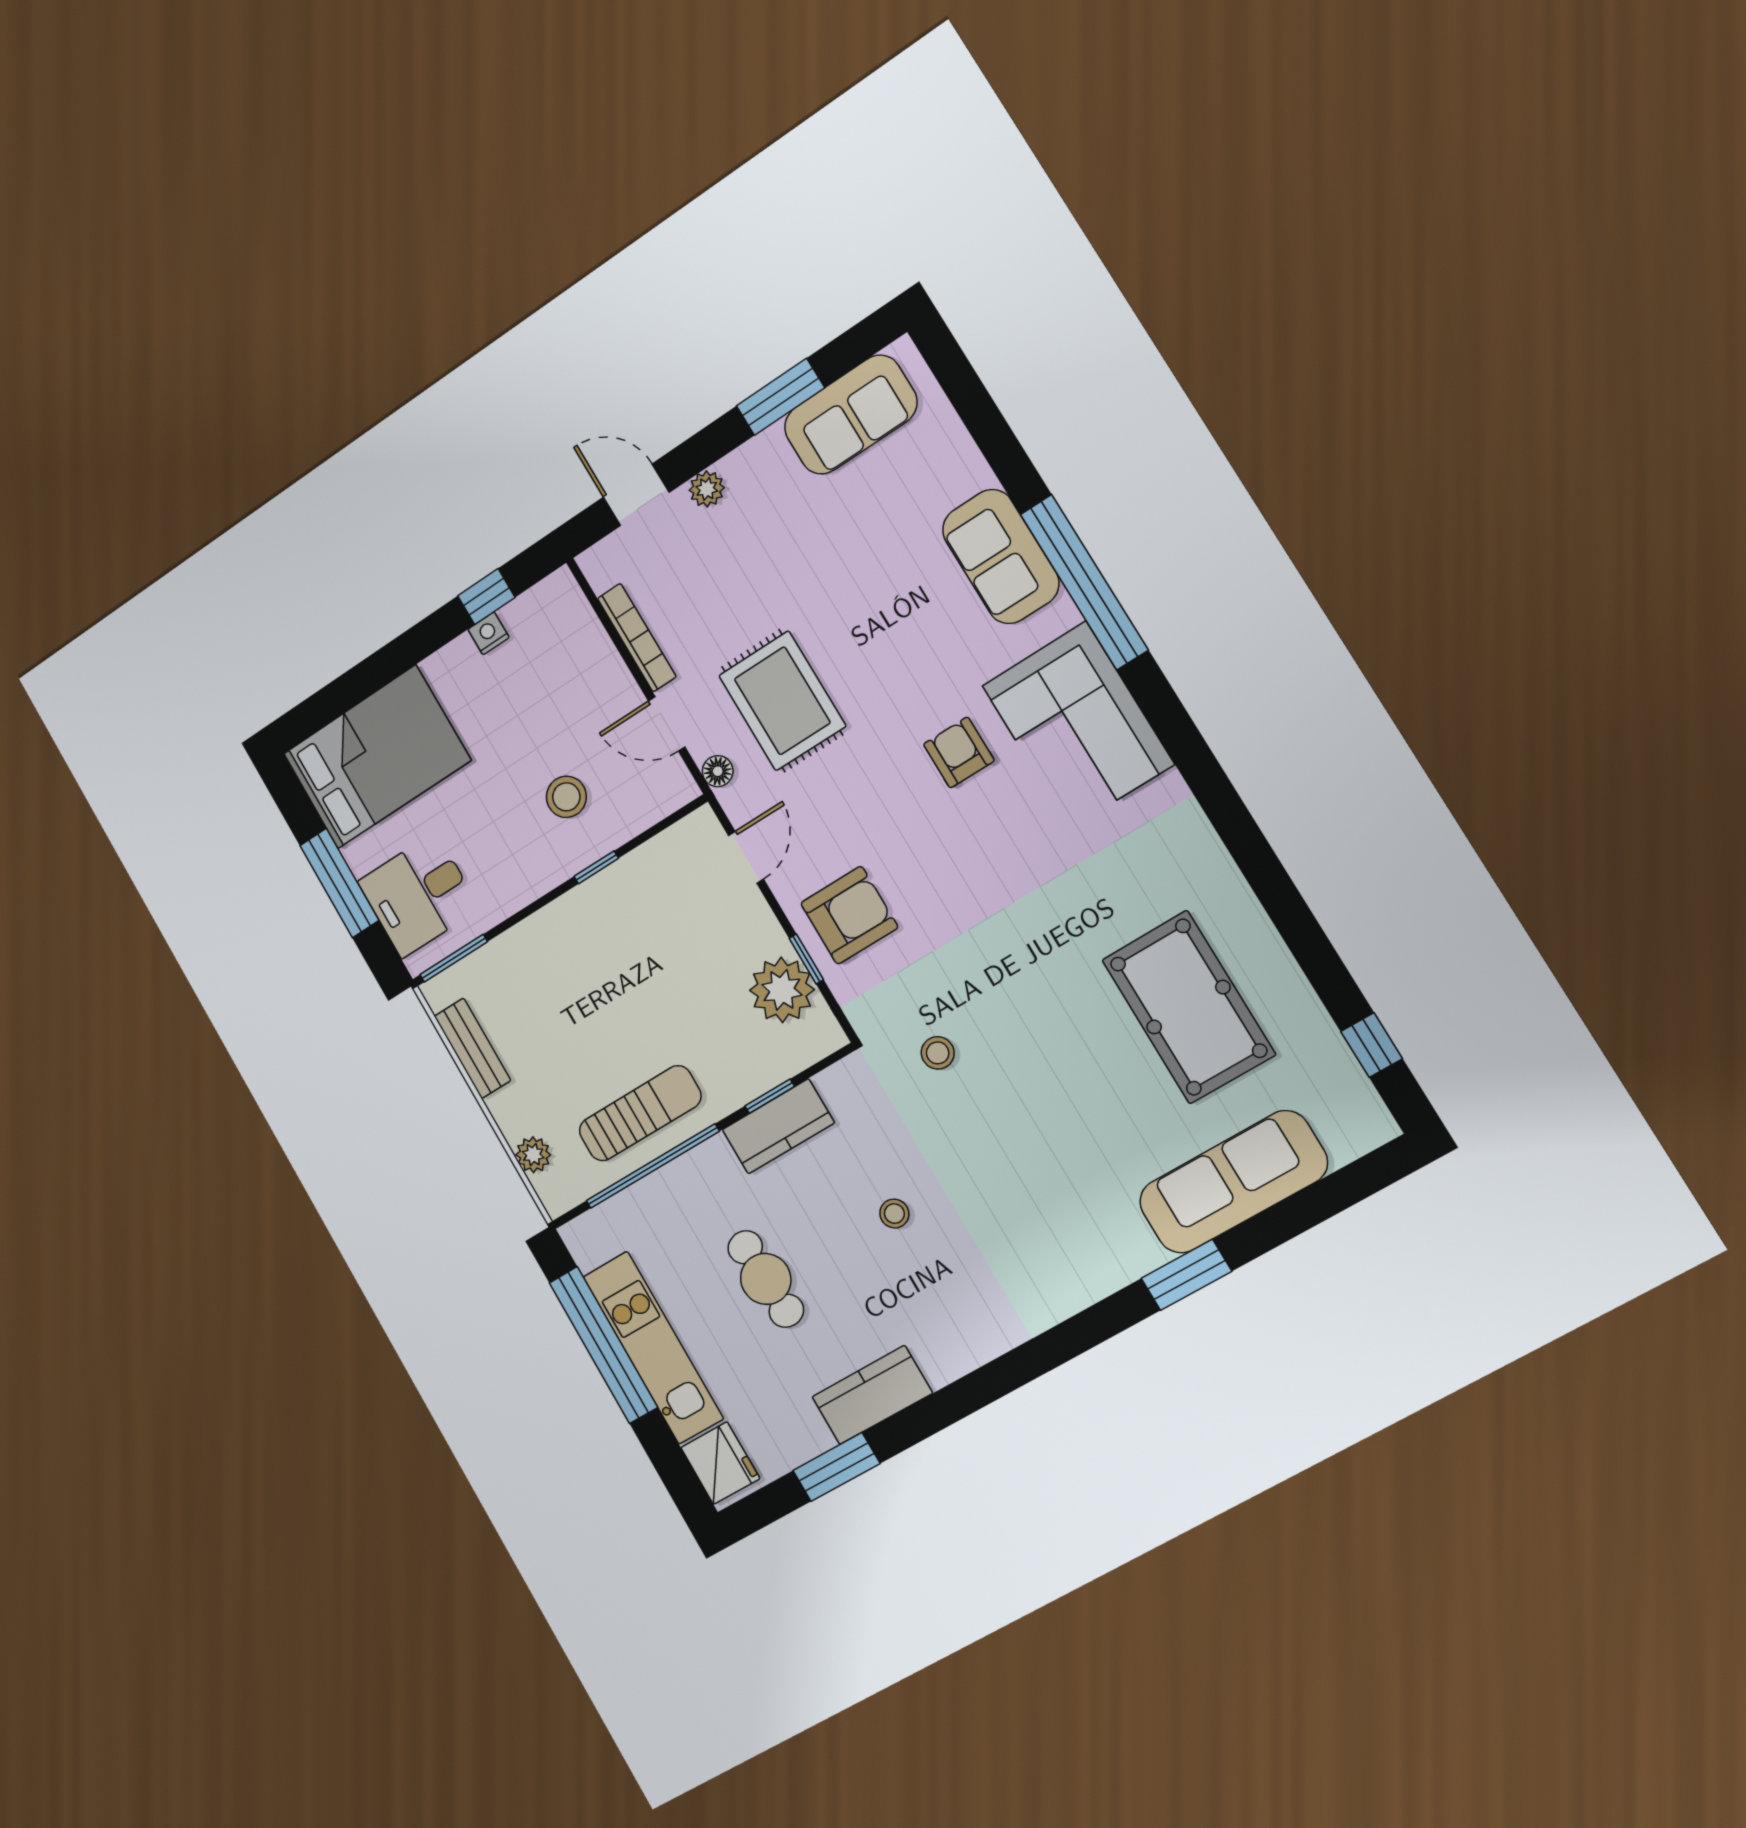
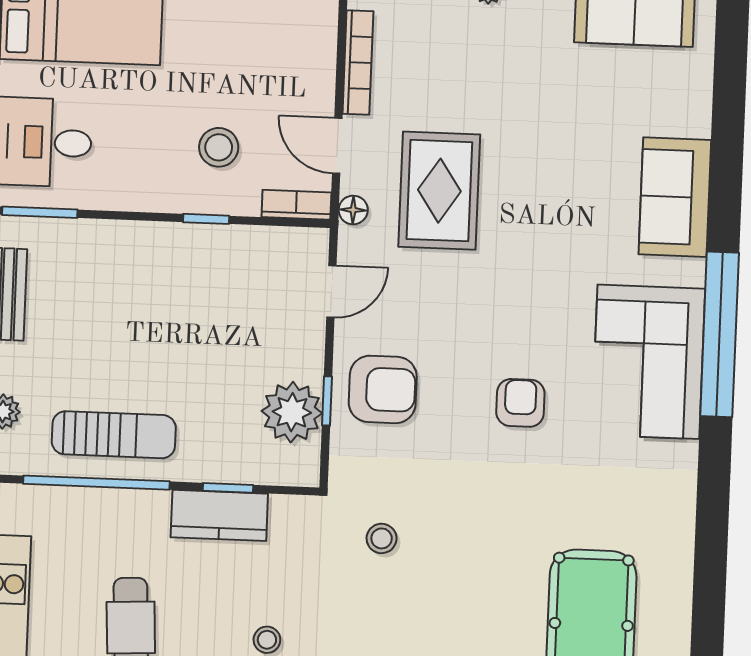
window: (1084, 582) -> (720, 334), moved
armchair: (959, 752) -> (520, 403), moved
bookcase: (665, 801) -> (296, 205), added

